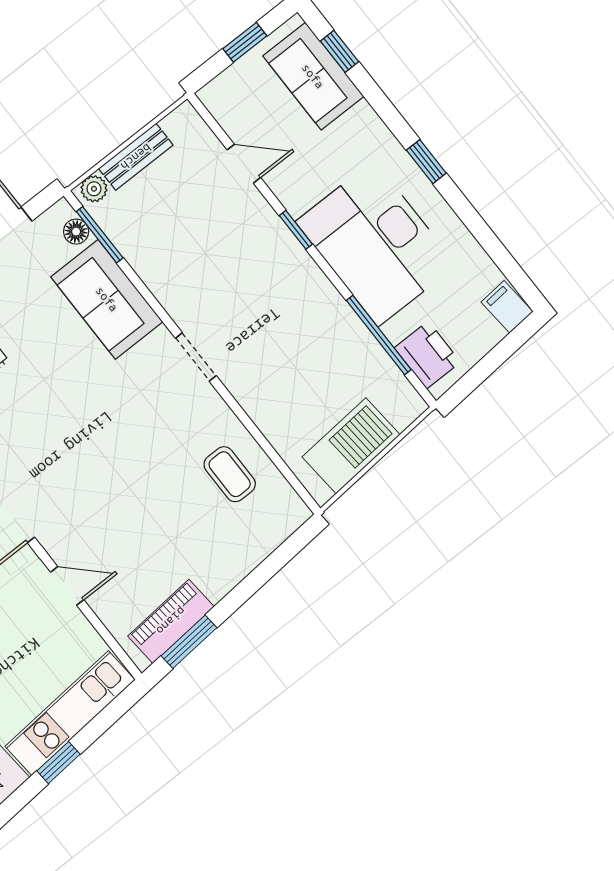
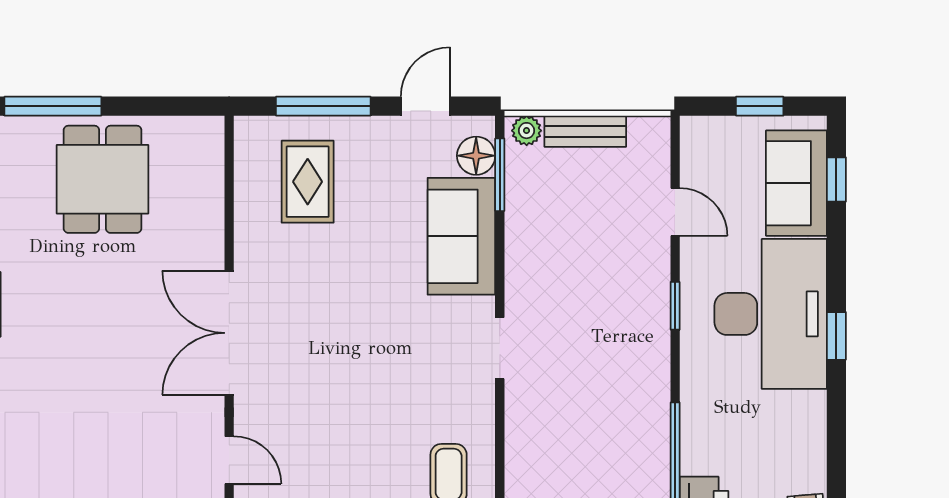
floor lamp: (76, 232) -> (476, 156), width x1.37, depth x1.37
desk: (376, 243) -> (771, 314), moved, turned 180

